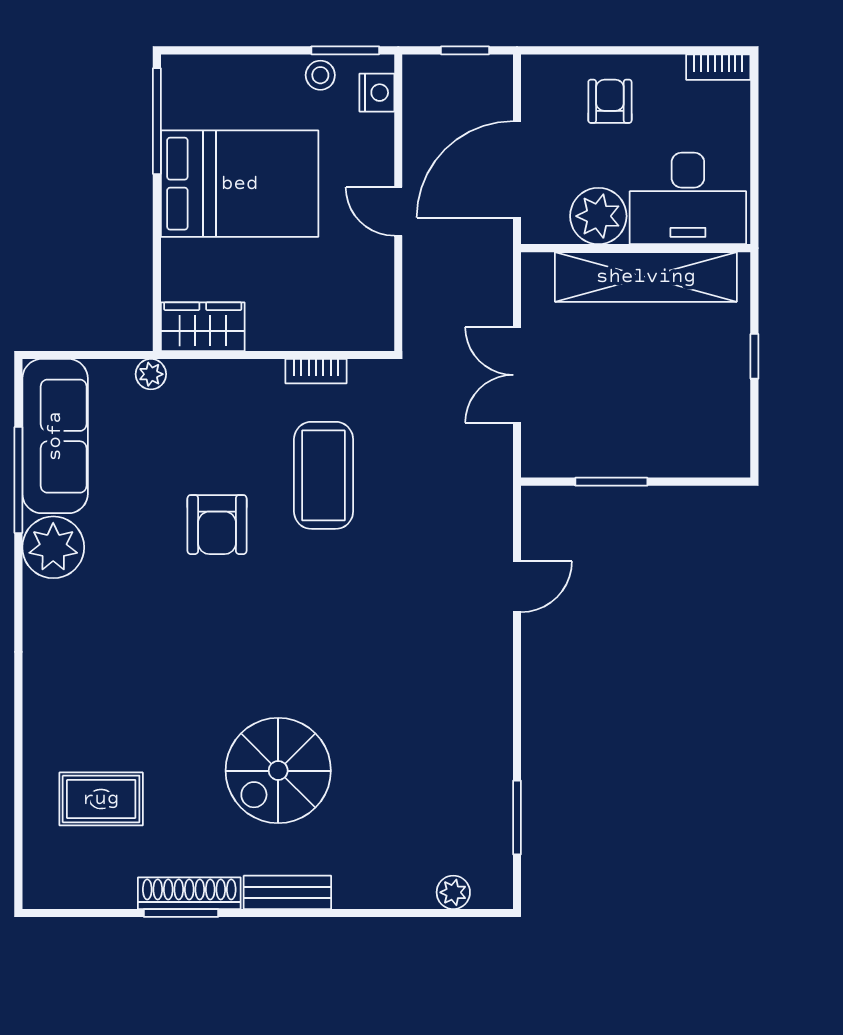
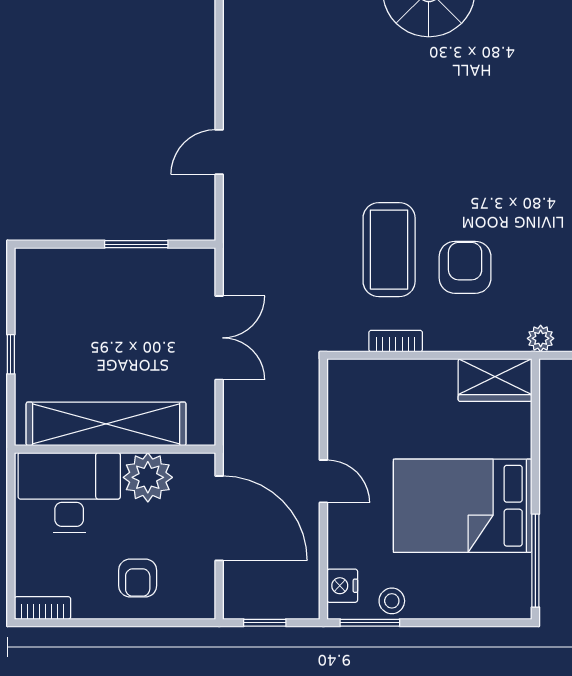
door: (517, 169) -> (219, 518), hinge flipped
armchair: (217, 525) -> (465, 267), moved

